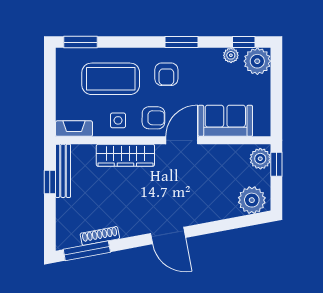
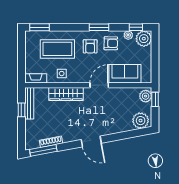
armchair: (153, 118) -> (111, 43), moved

